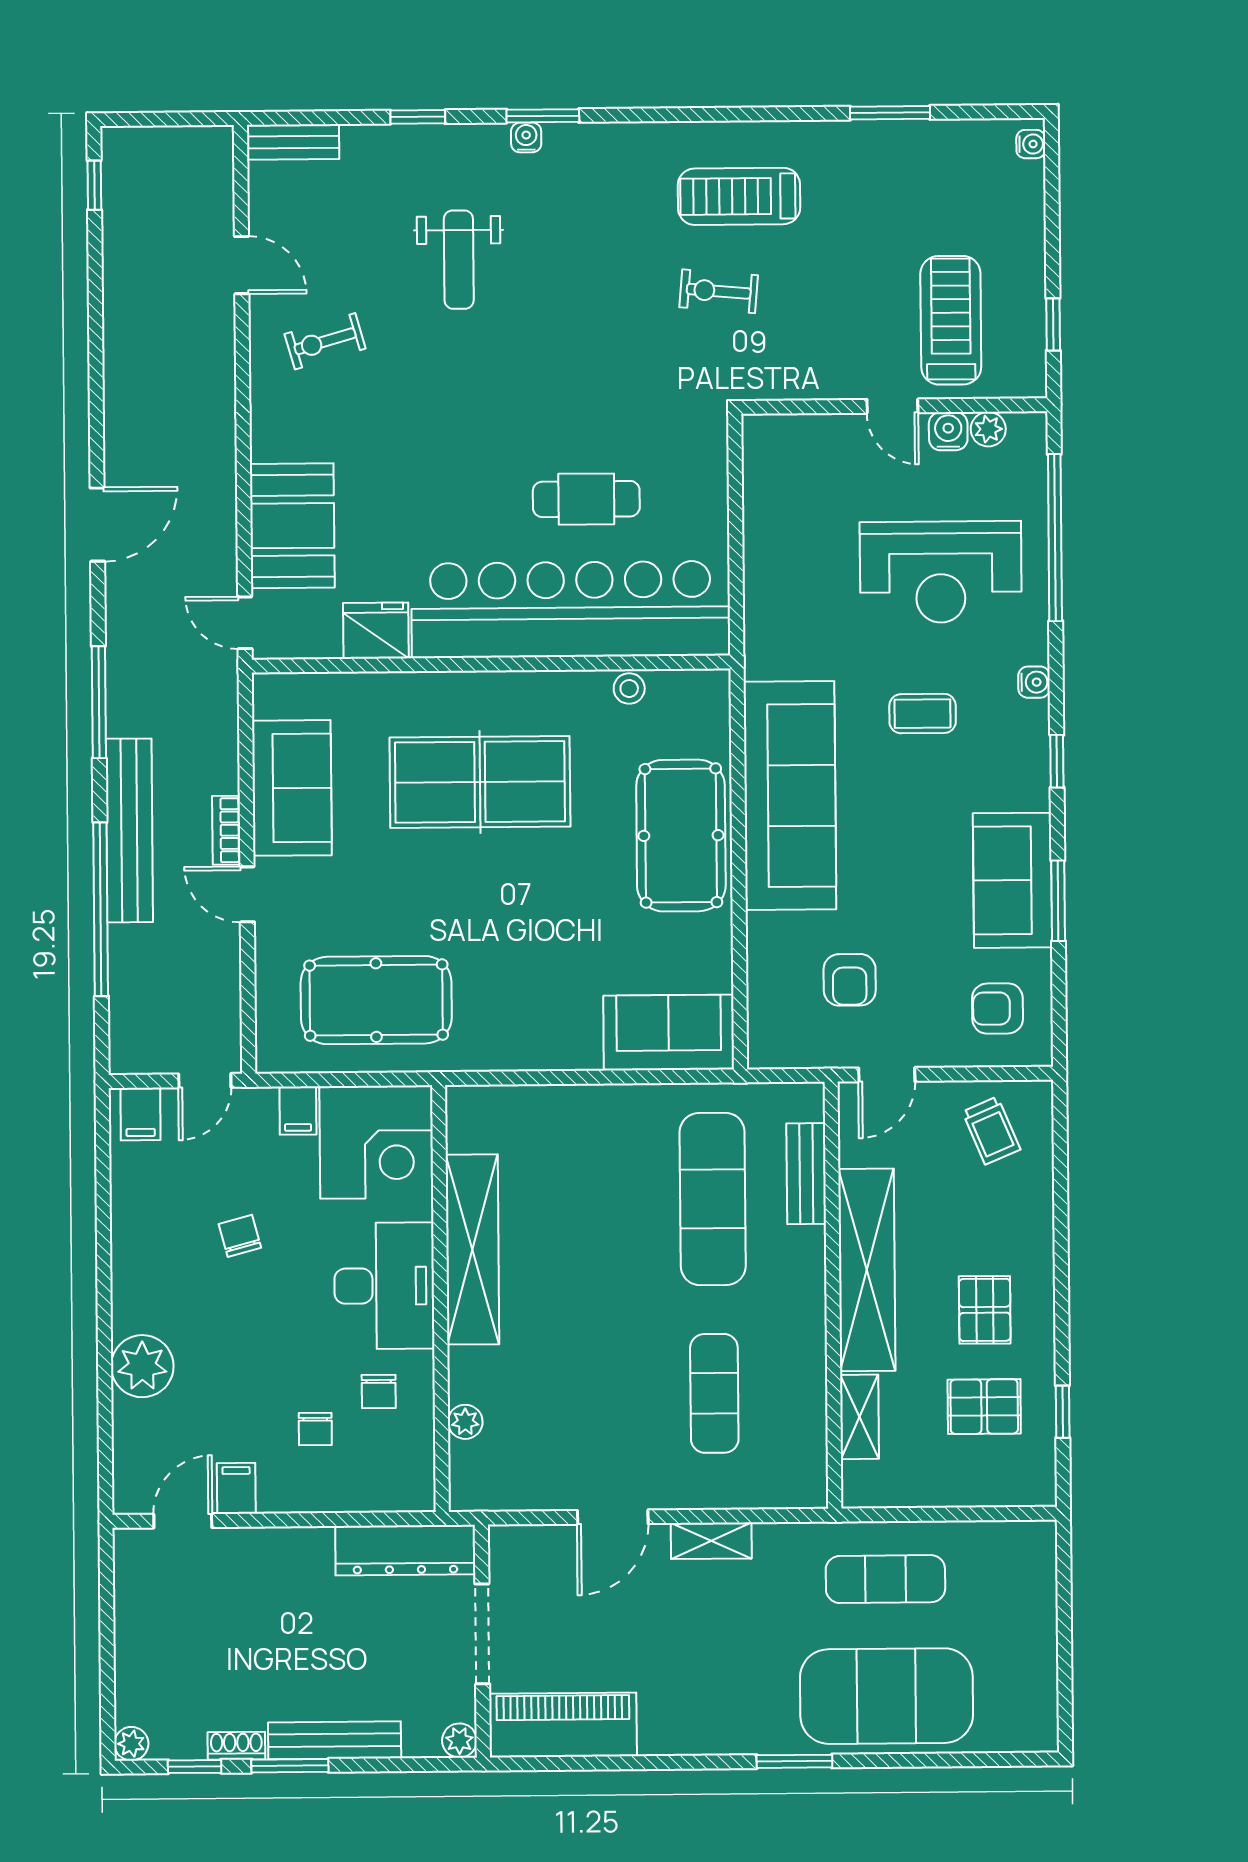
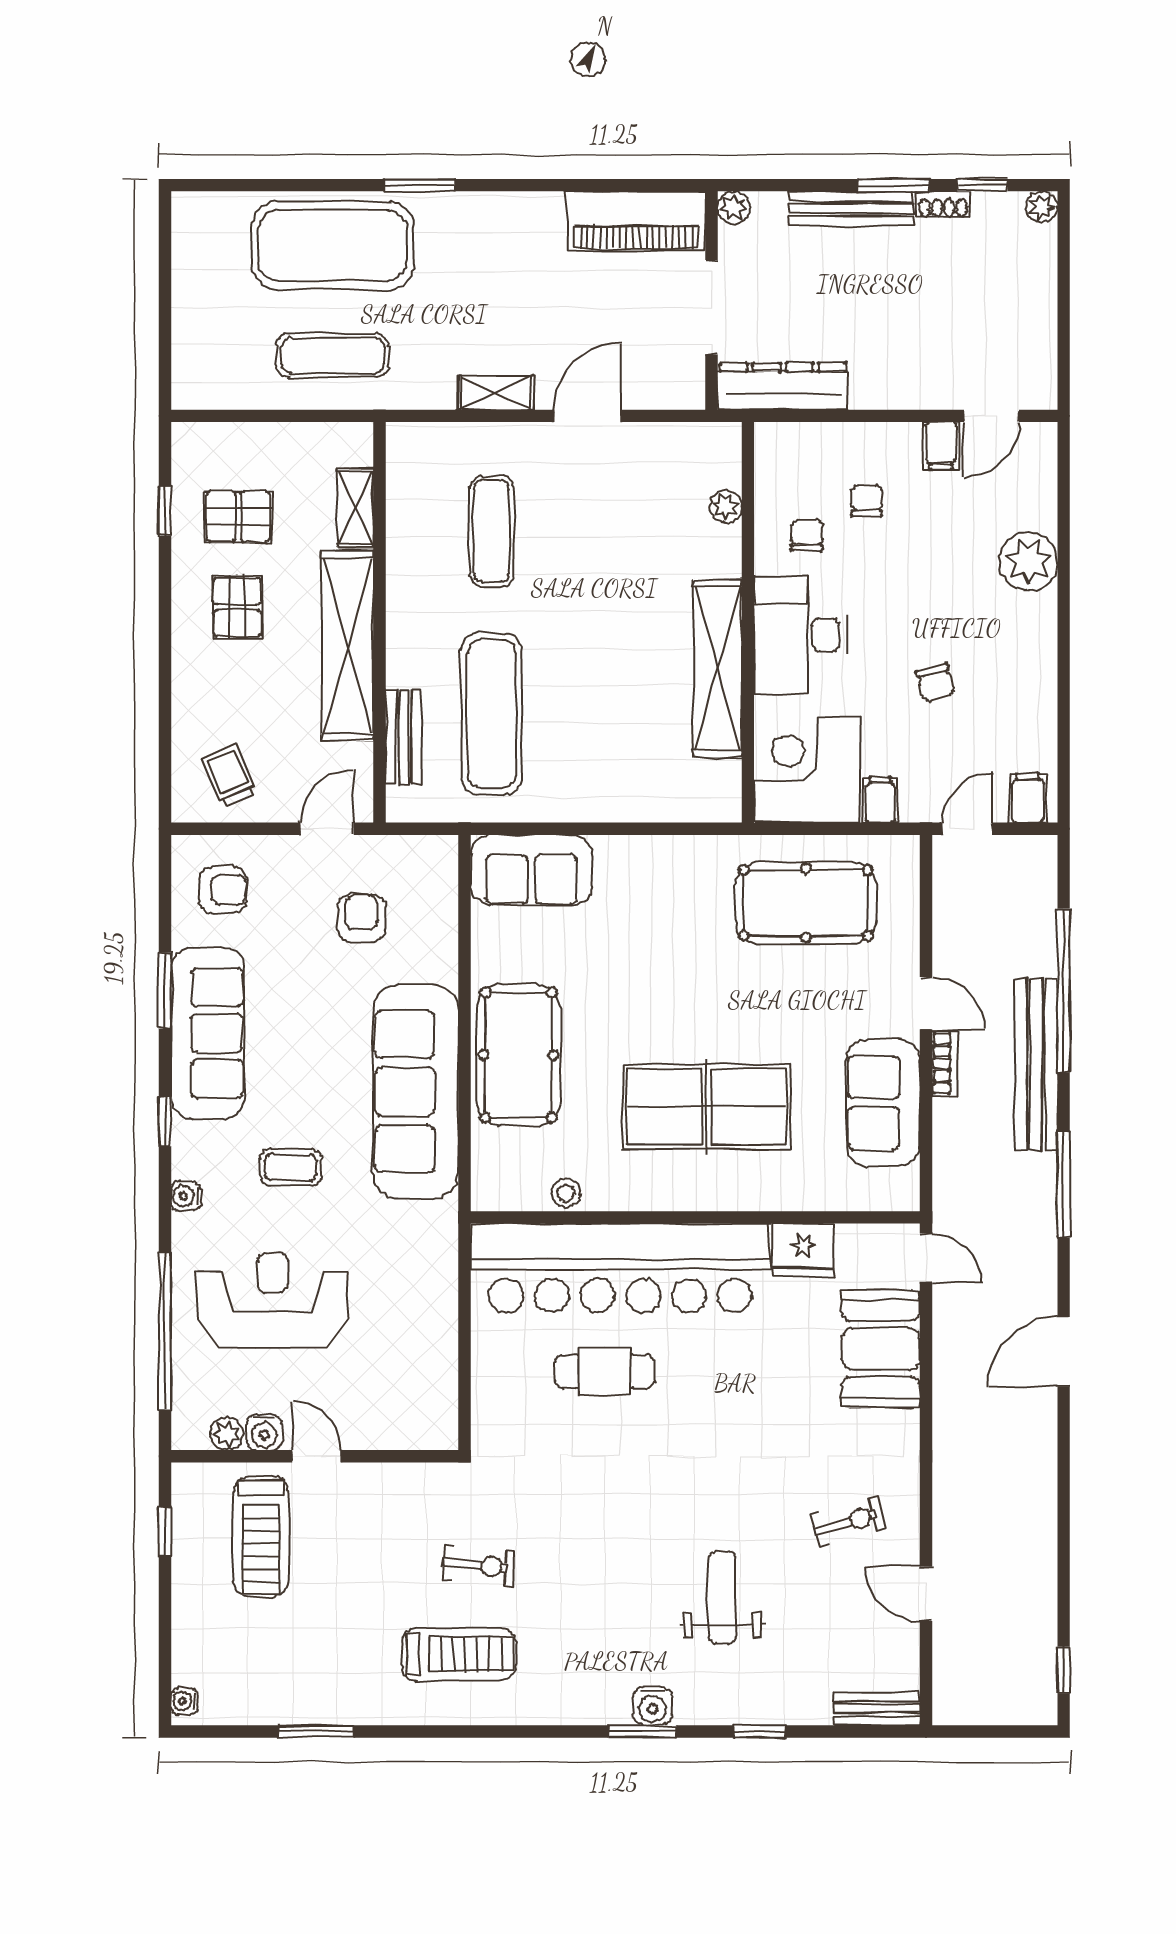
water cooler: (526, 137) -> (653, 1706), width x1.38, depth x1.38
sofa: (1013, 880) -> (208, 1033), width x1.36

